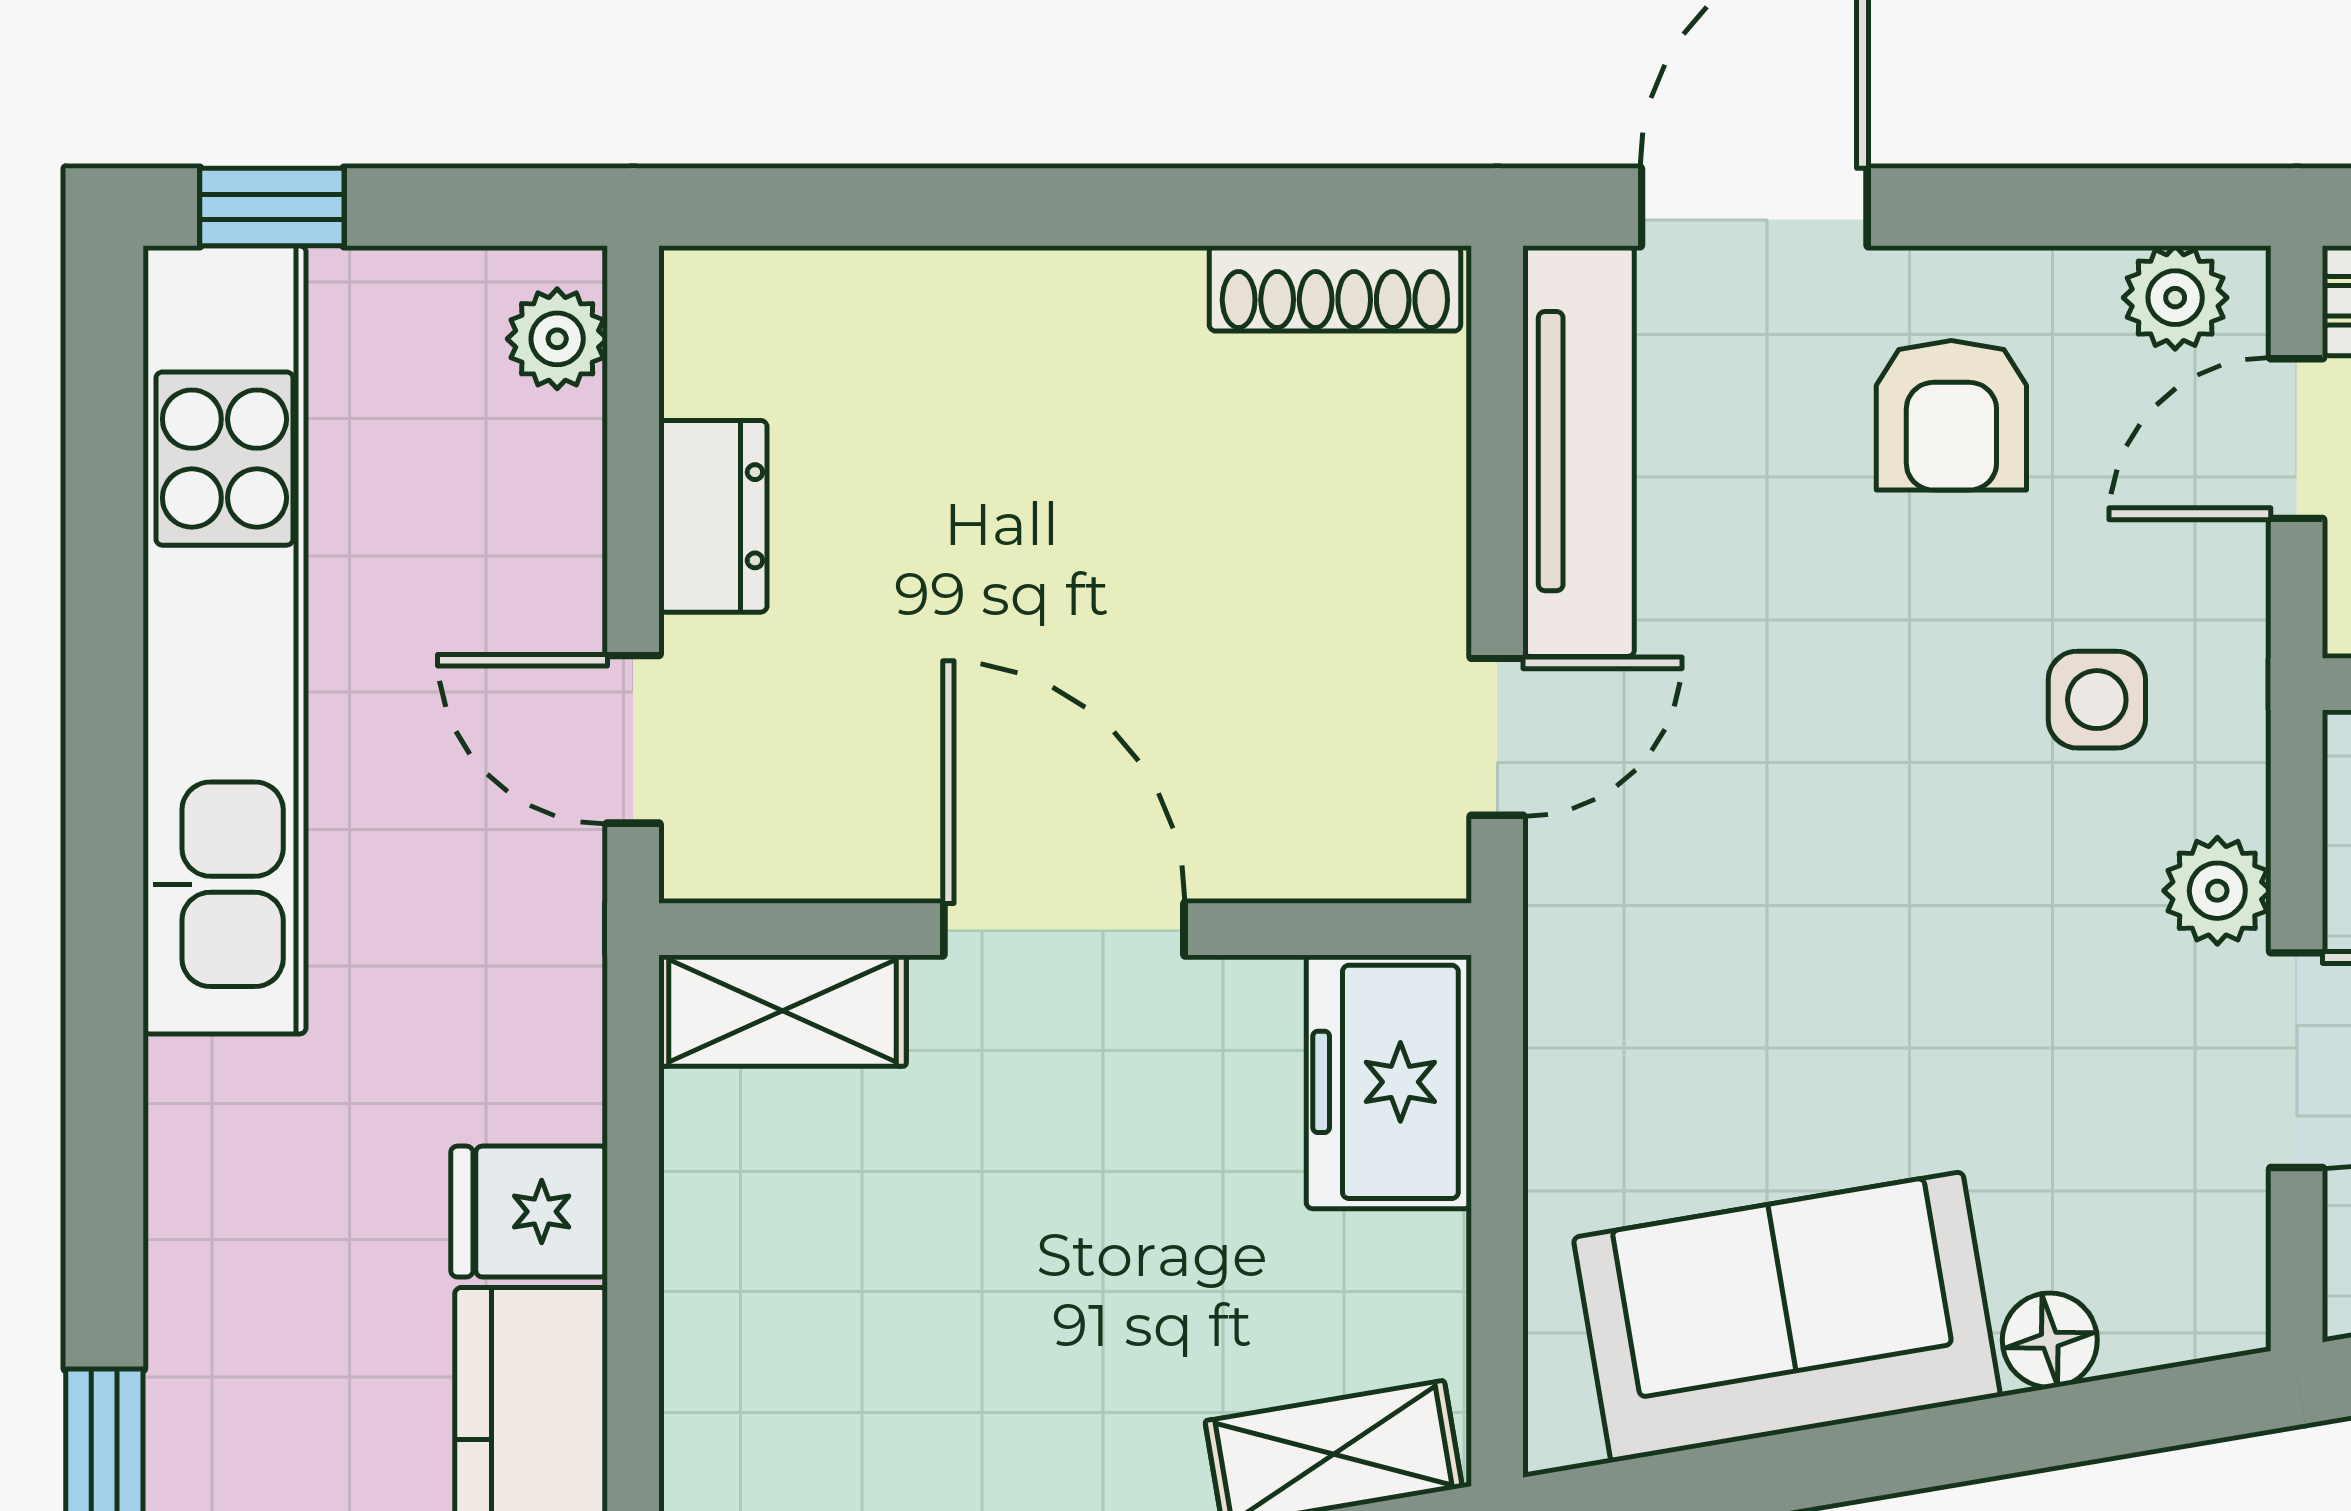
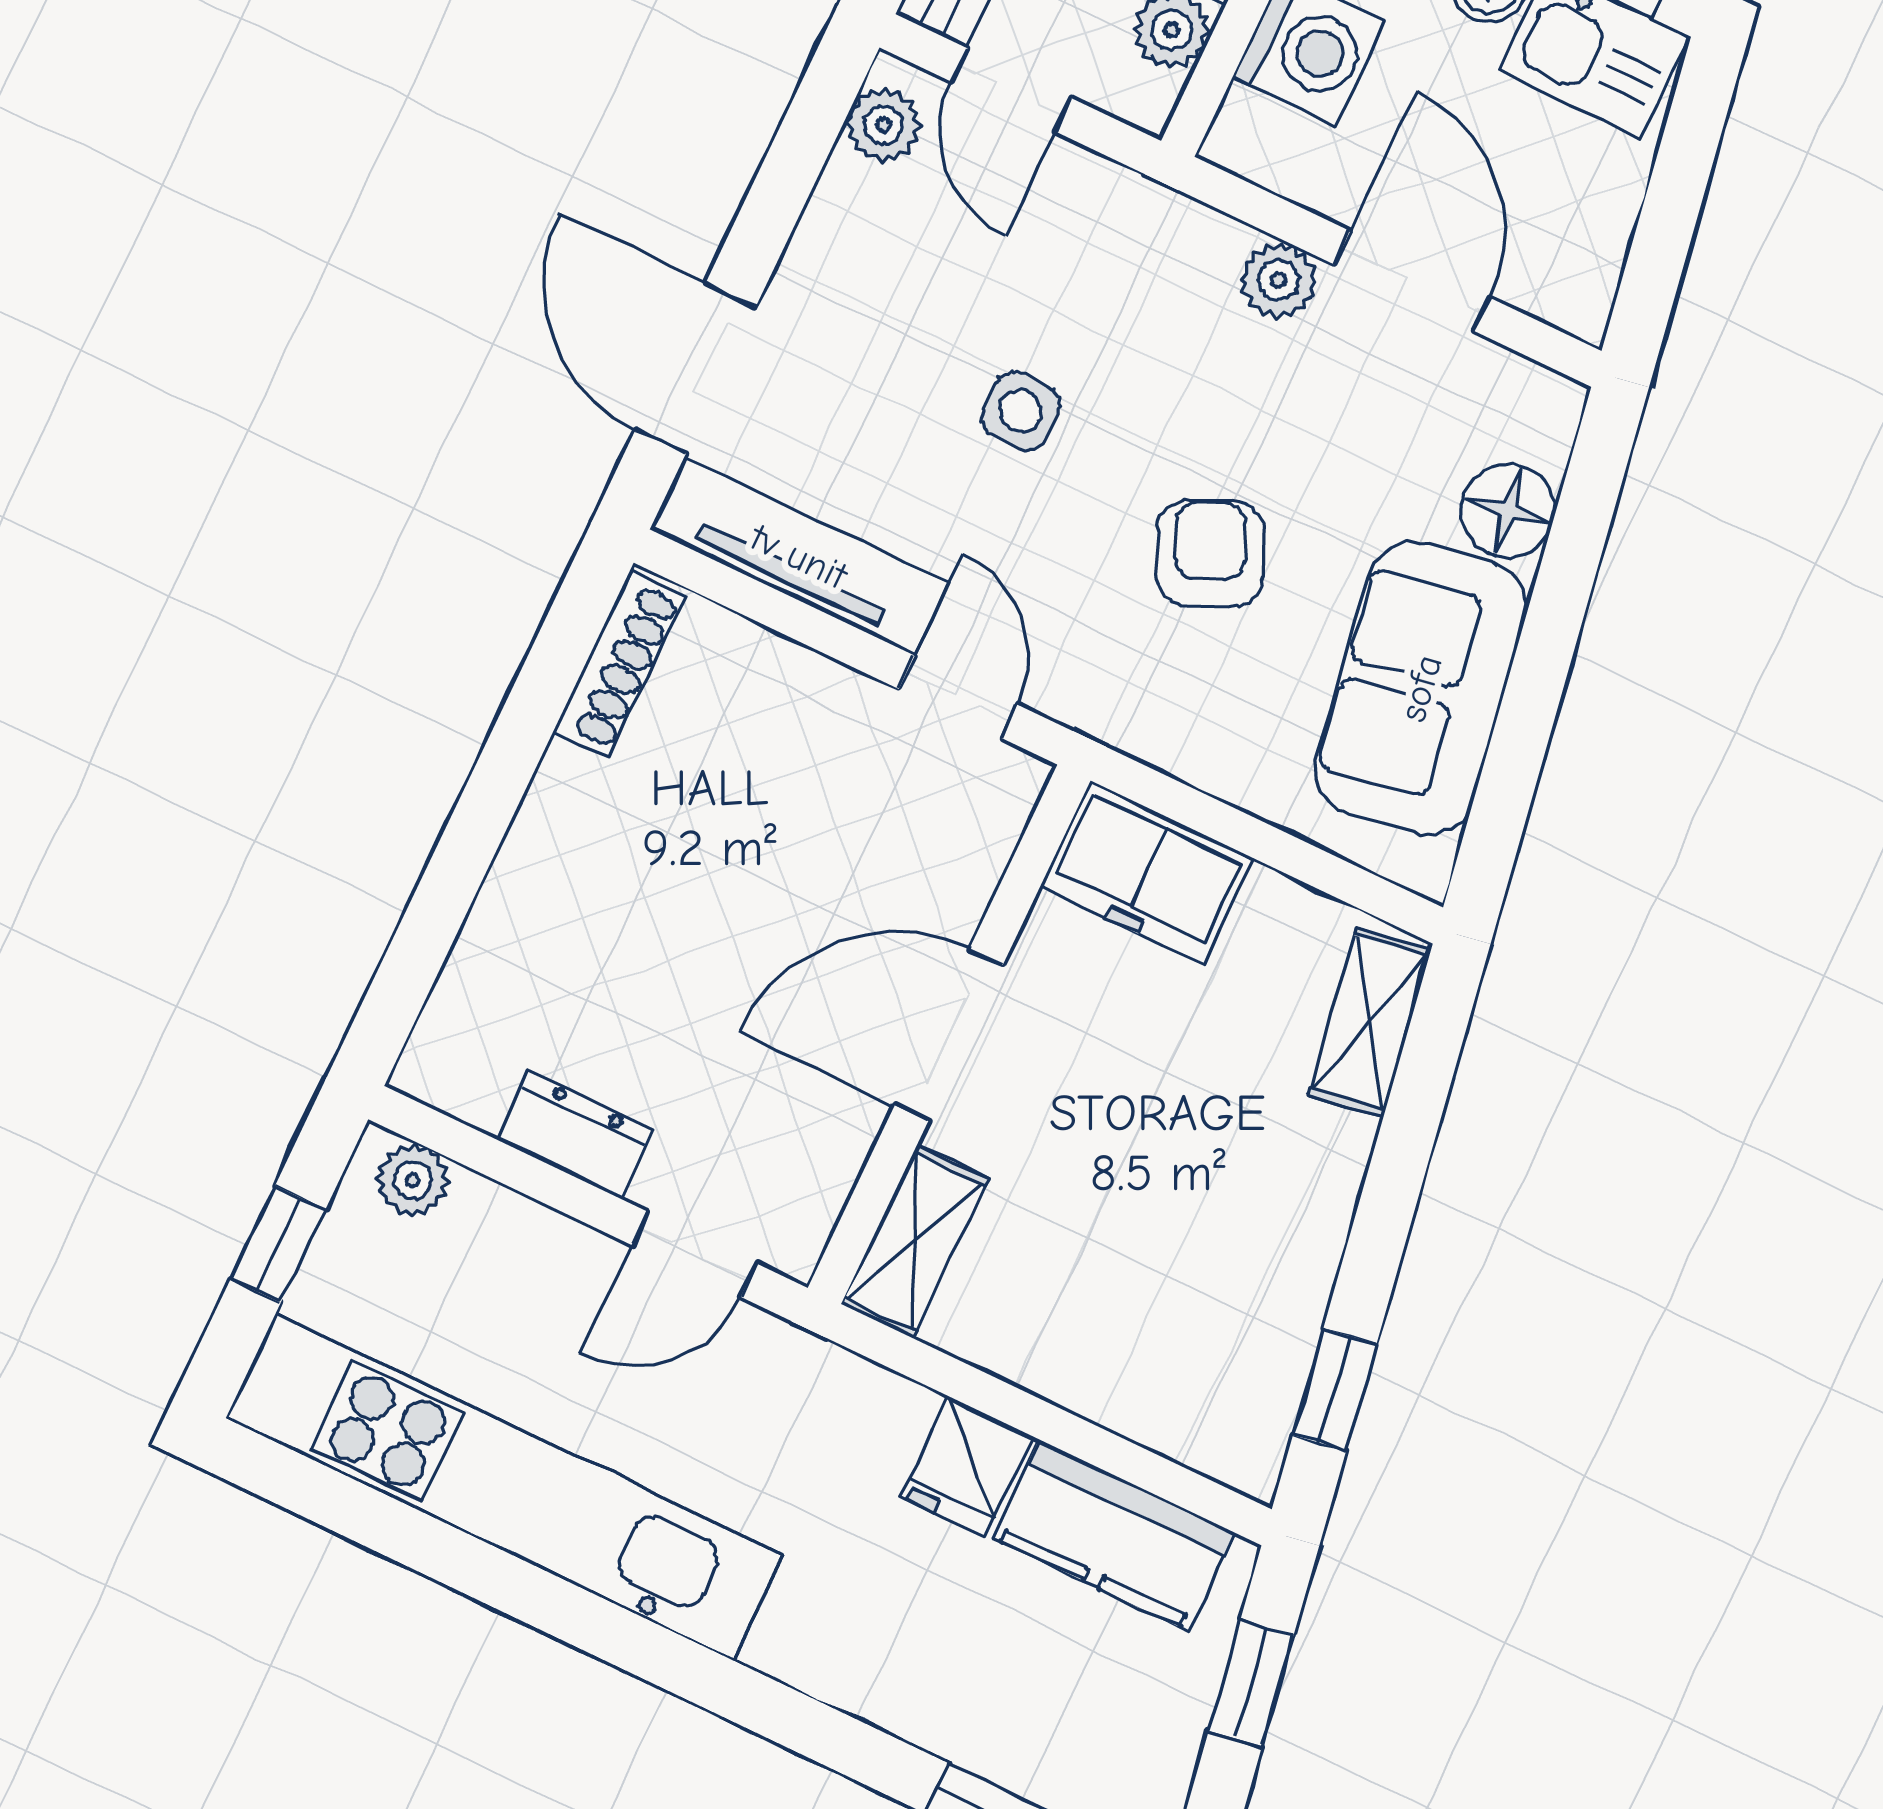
window: (272, 207) -> (278, 1244), moved
armchair: (1951, 415) -> (1210, 554), moved, turned -114
side table: (2097, 700) -> (1021, 411), moved
floor lamp: (2050, 1340) -> (1508, 511), width x1.37, depth x1.37

